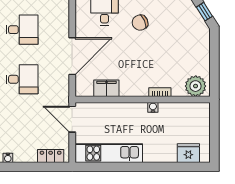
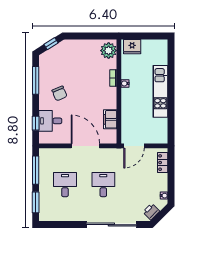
kitchen unit: (109, 153) -> (160, 91), moved
fridge: (188, 153) -> (132, 47), moved, turned -90

